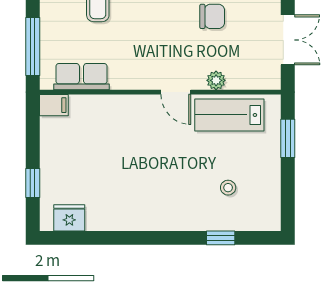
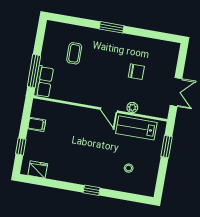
row of seats: (81, 77) -> (44, 82), moved, turned 90
filing cabinet: (54, 105) -> (37, 124), moved
window: (221, 238) -> (92, 190), moved

